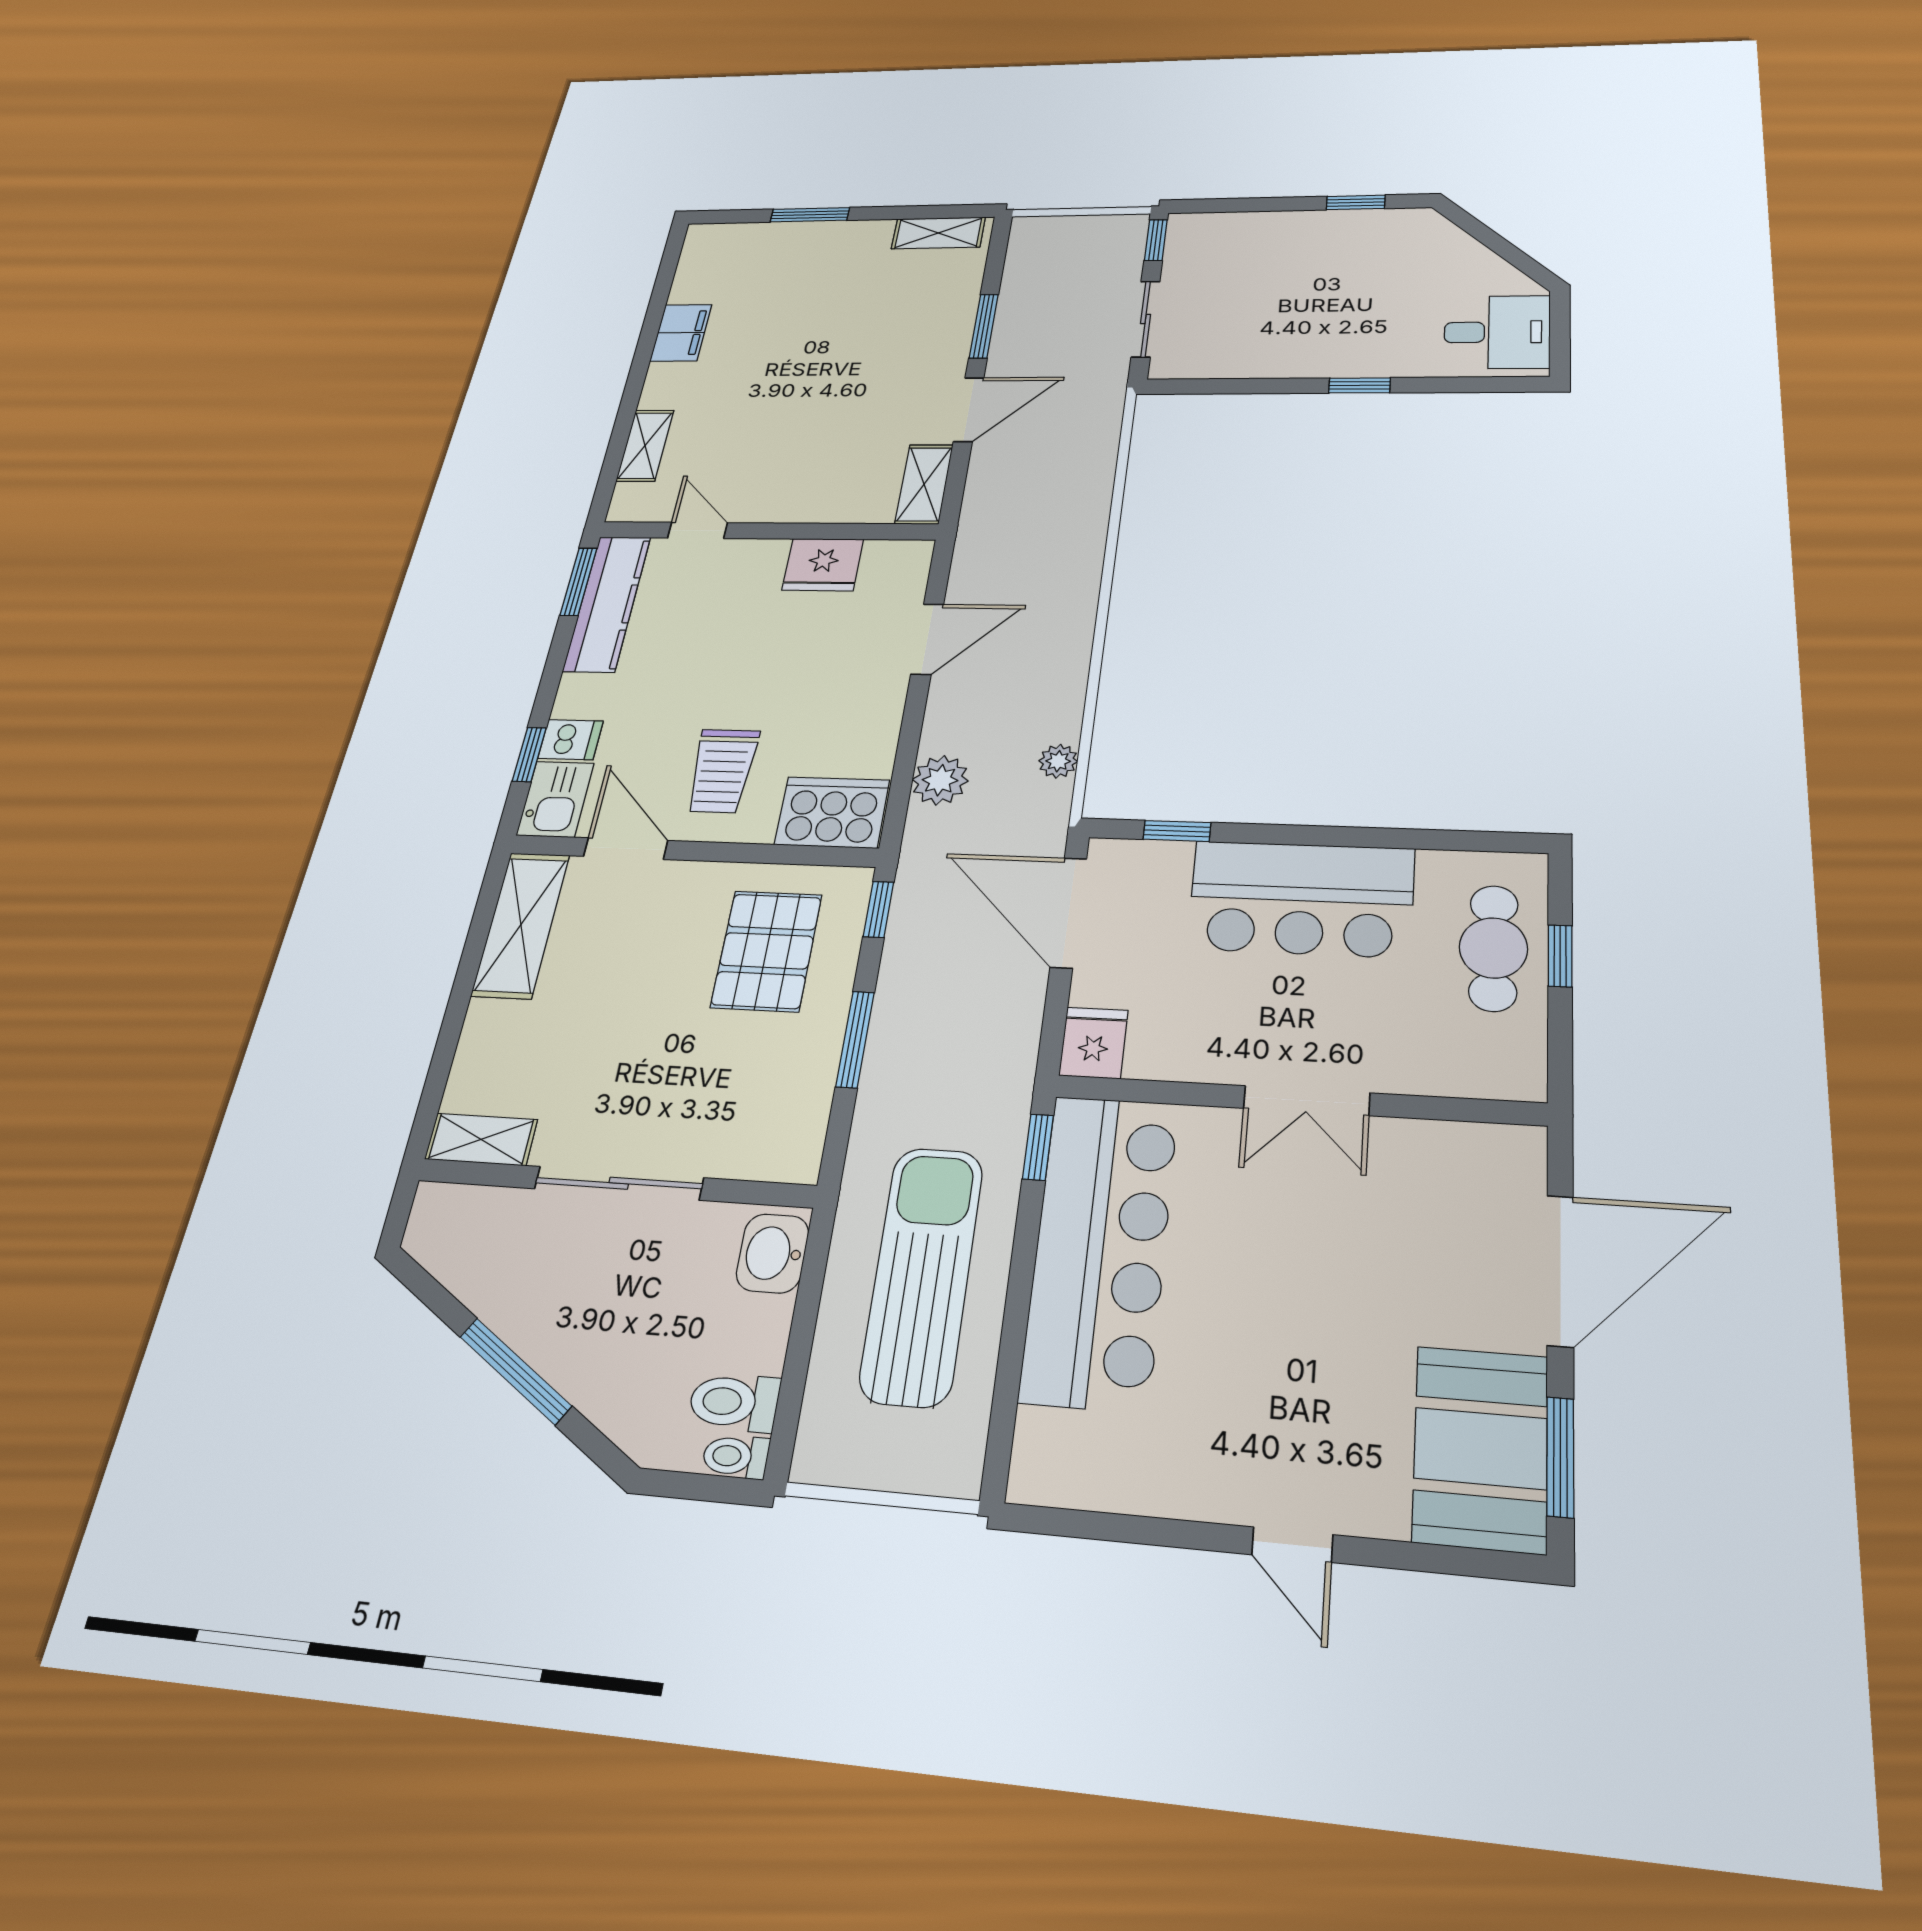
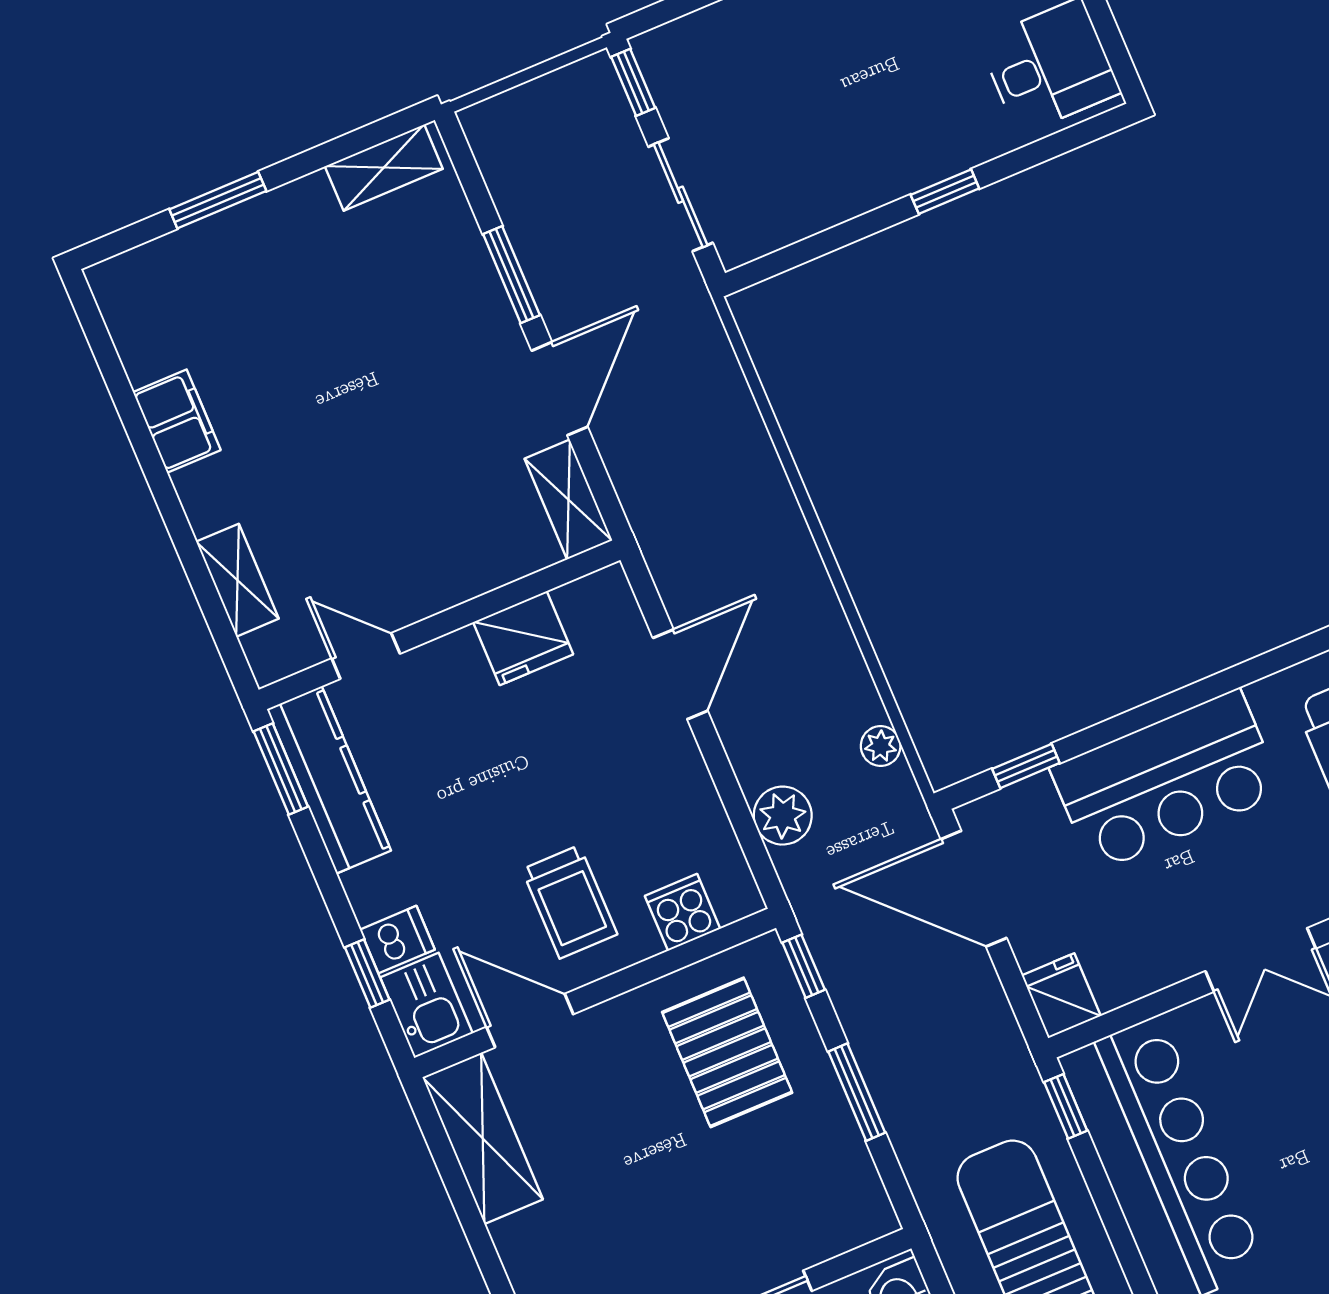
cooker: (832, 812) -> (683, 912), width x0.53, depth x0.76

